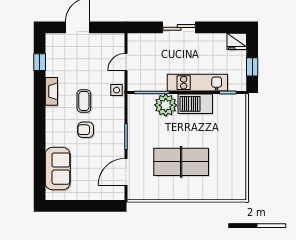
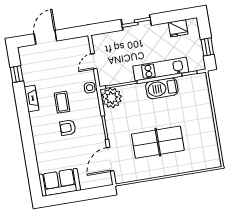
fridge: (237, 41) -> (178, 28), moved
plant: (166, 105) -> (112, 98), moved
sofa: (58, 169) -> (59, 182), moved, turned -90

